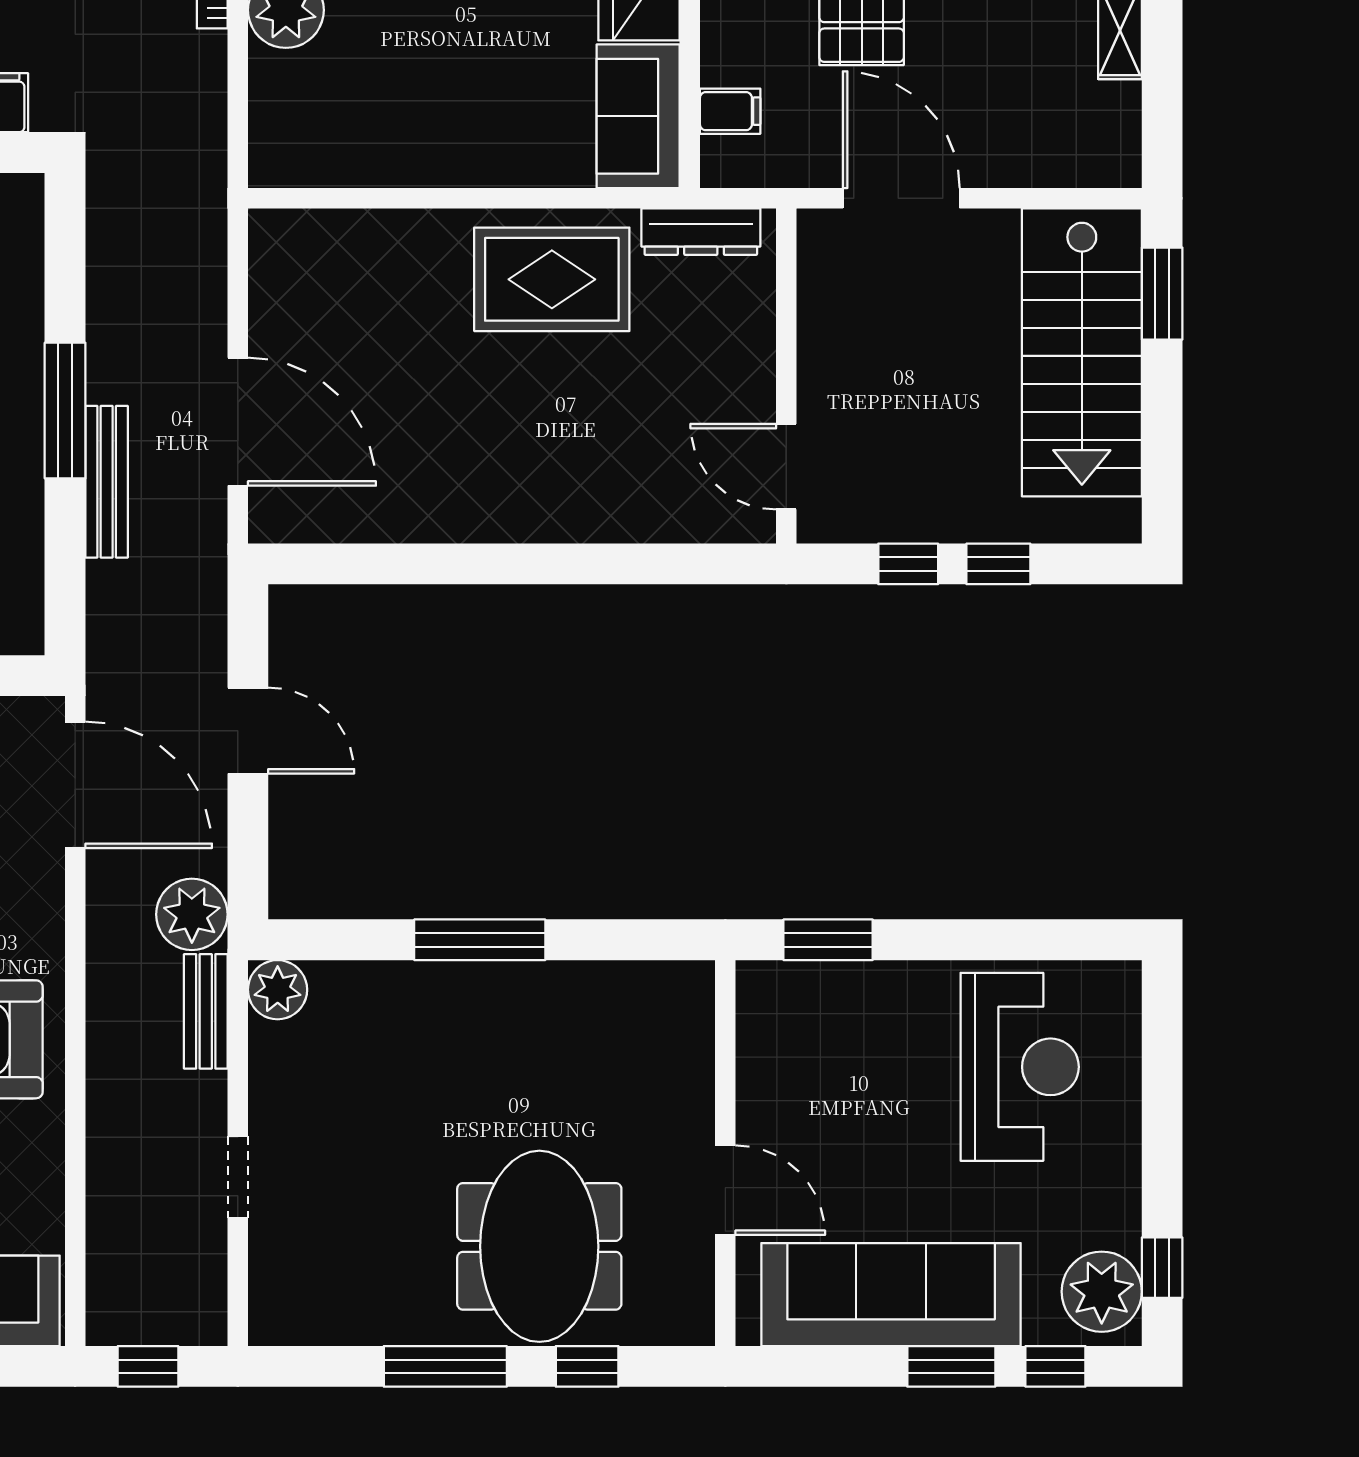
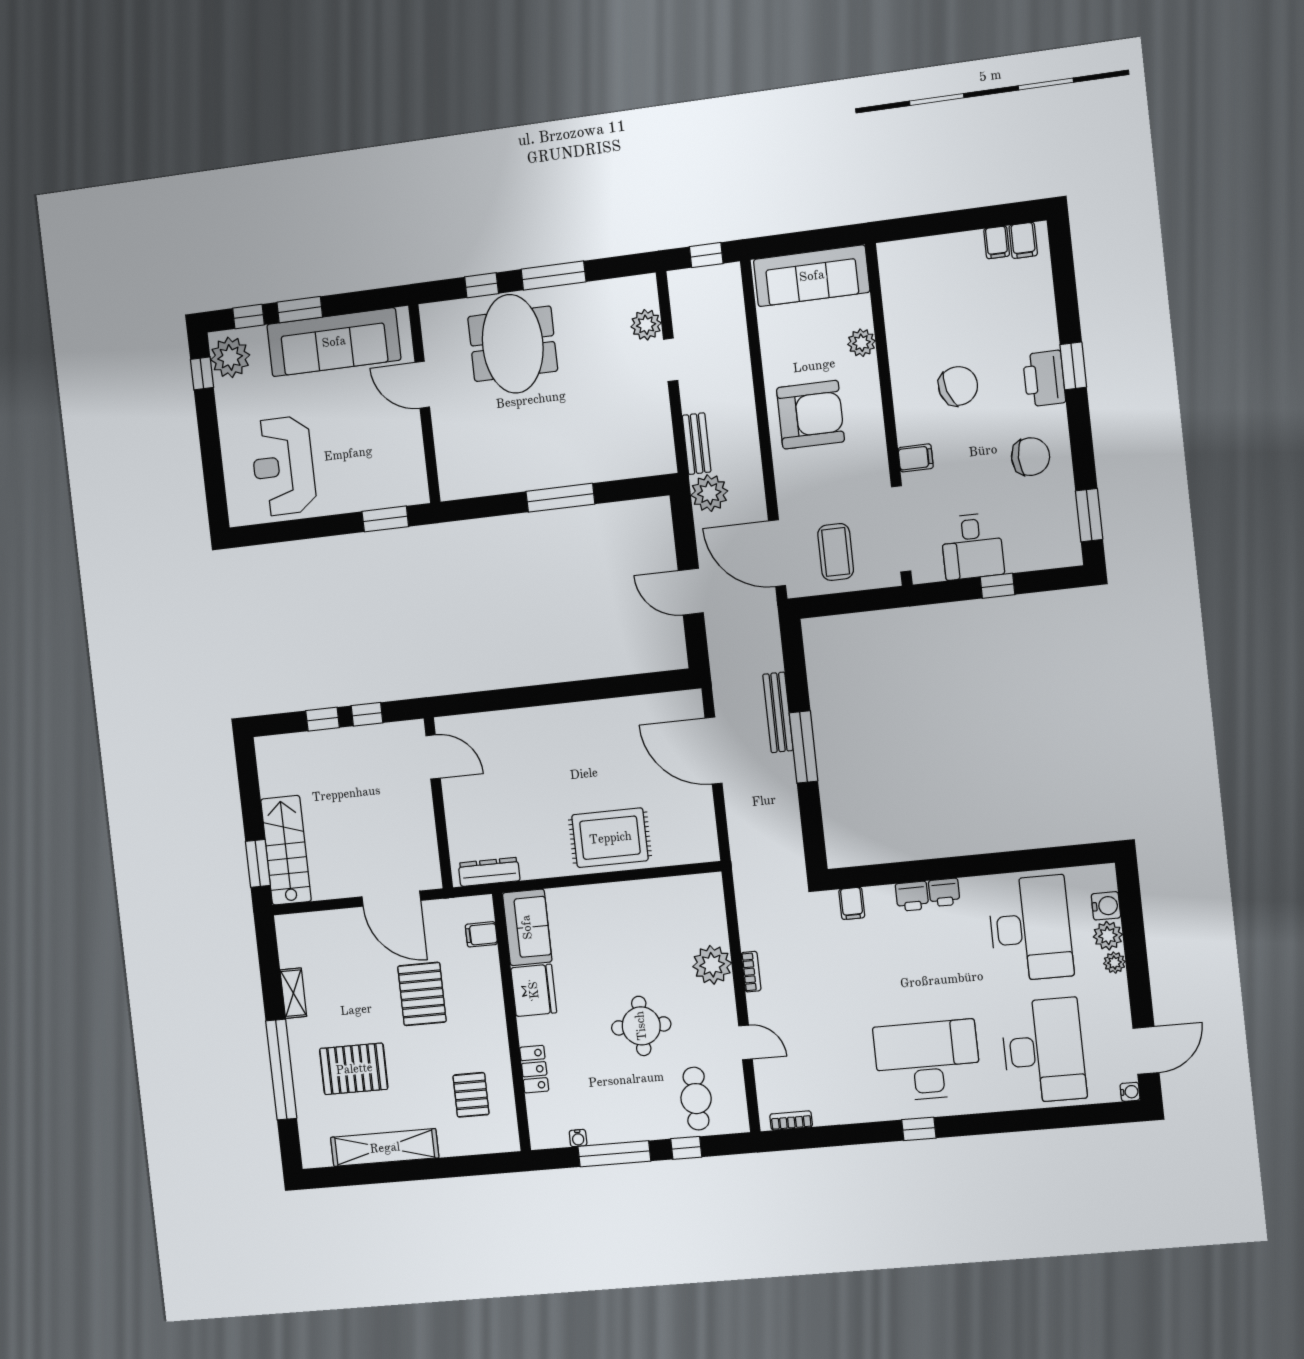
rug: (552, 279) -> (610, 838), moved
stairs: (1082, 352) -> (286, 850), width x0.73, depth x0.66
plant: (278, 990) -> (646, 325), moved

